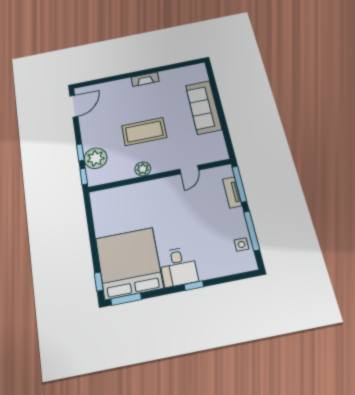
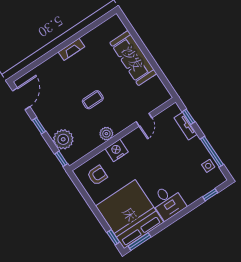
coffee table: (144, 132) -> (93, 100), width x0.54, depth x0.58
window: (80, 152) -> (39, 126), moved
window: (239, 184) -> (189, 117), width x0.46
nightstand: (146, 190) -> (117, 150), added
armchair: (113, 207) -> (97, 175), added
window: (194, 286) -> (210, 195), moved

